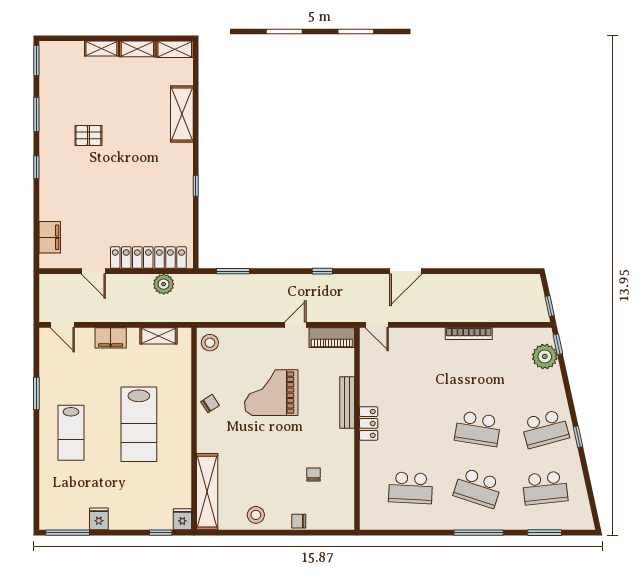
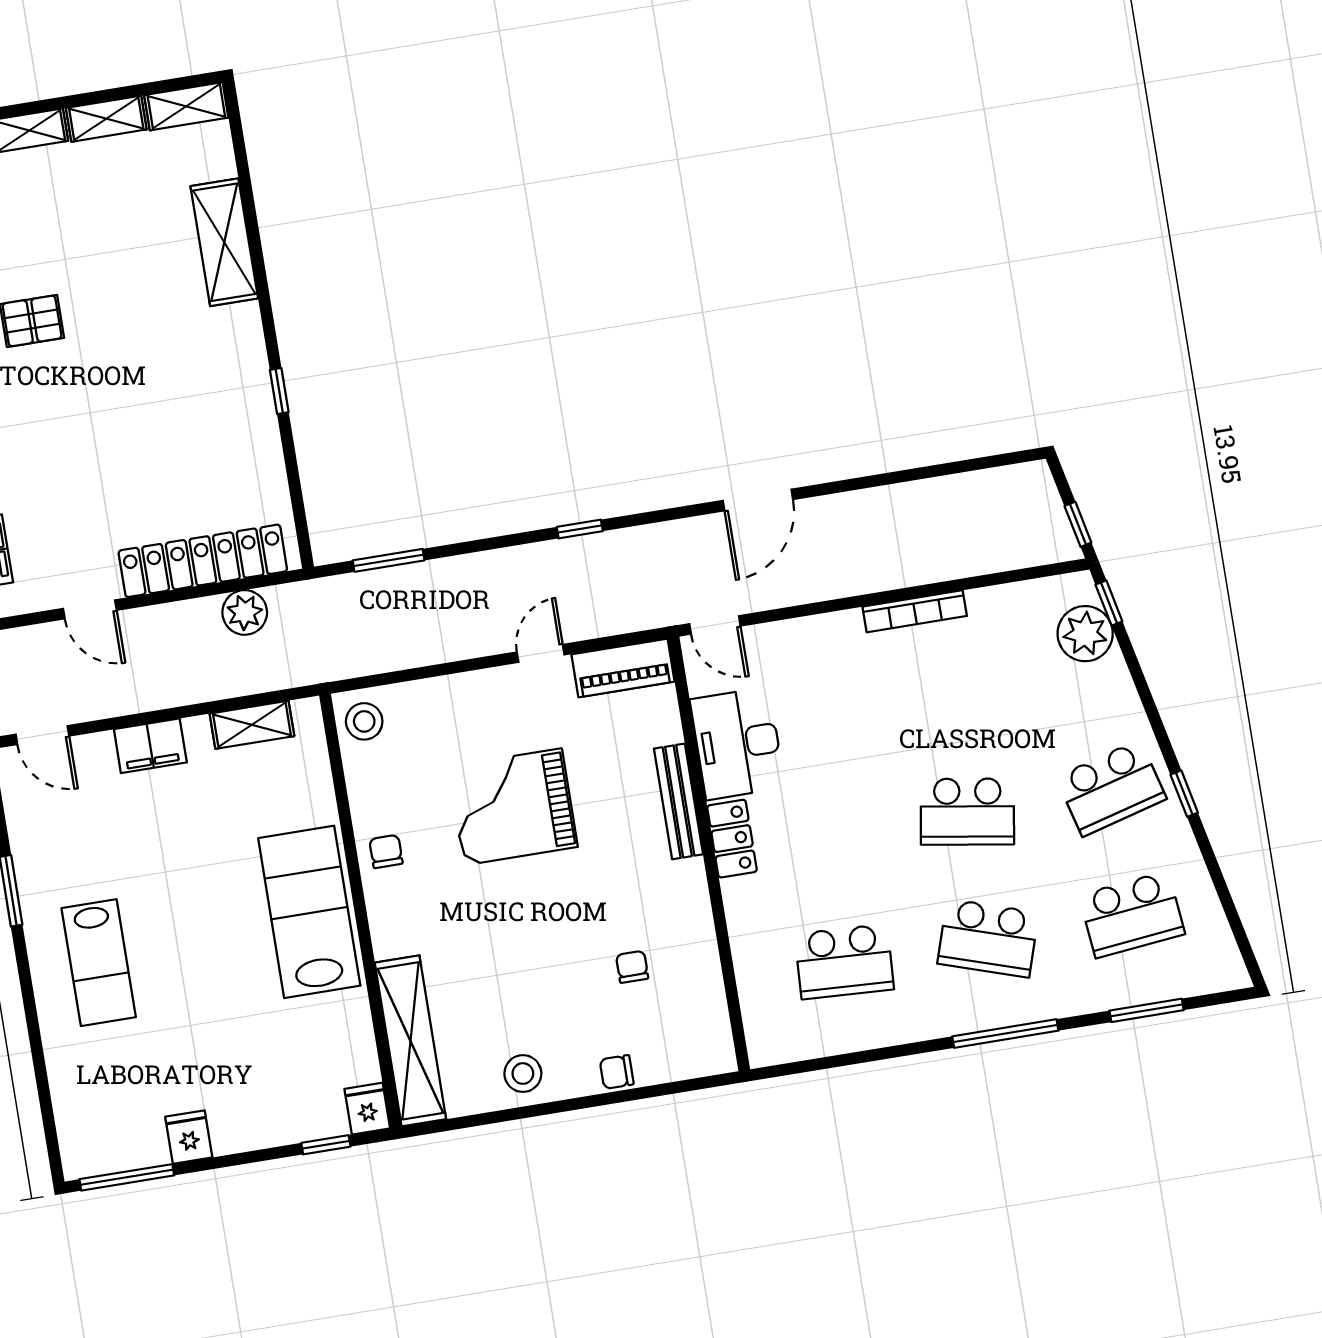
desk: (378, 381) -> (737, 743), added
chair: (210, 404) -> (386, 851), turned -57
lab bench: (139, 424) -> (309, 912), moved, turned 180

